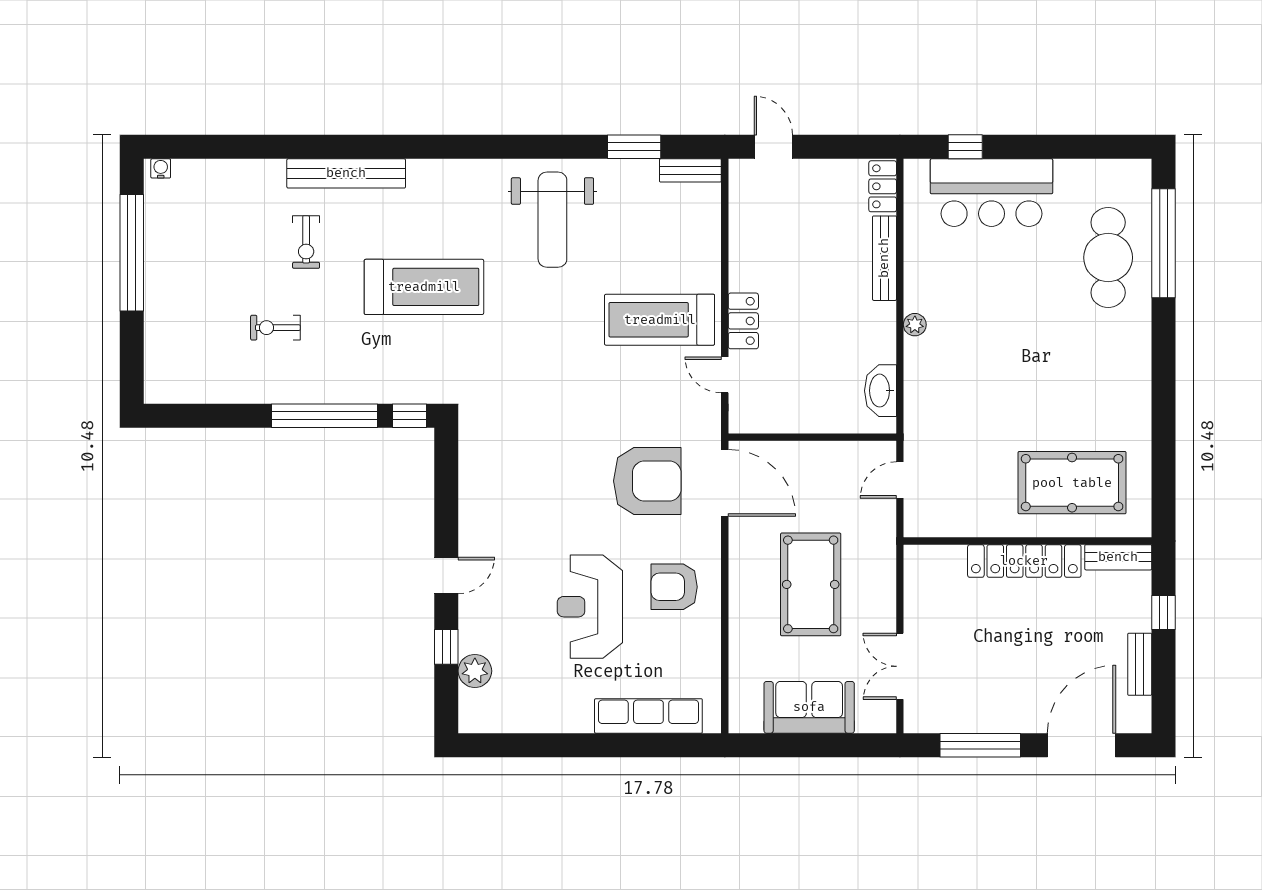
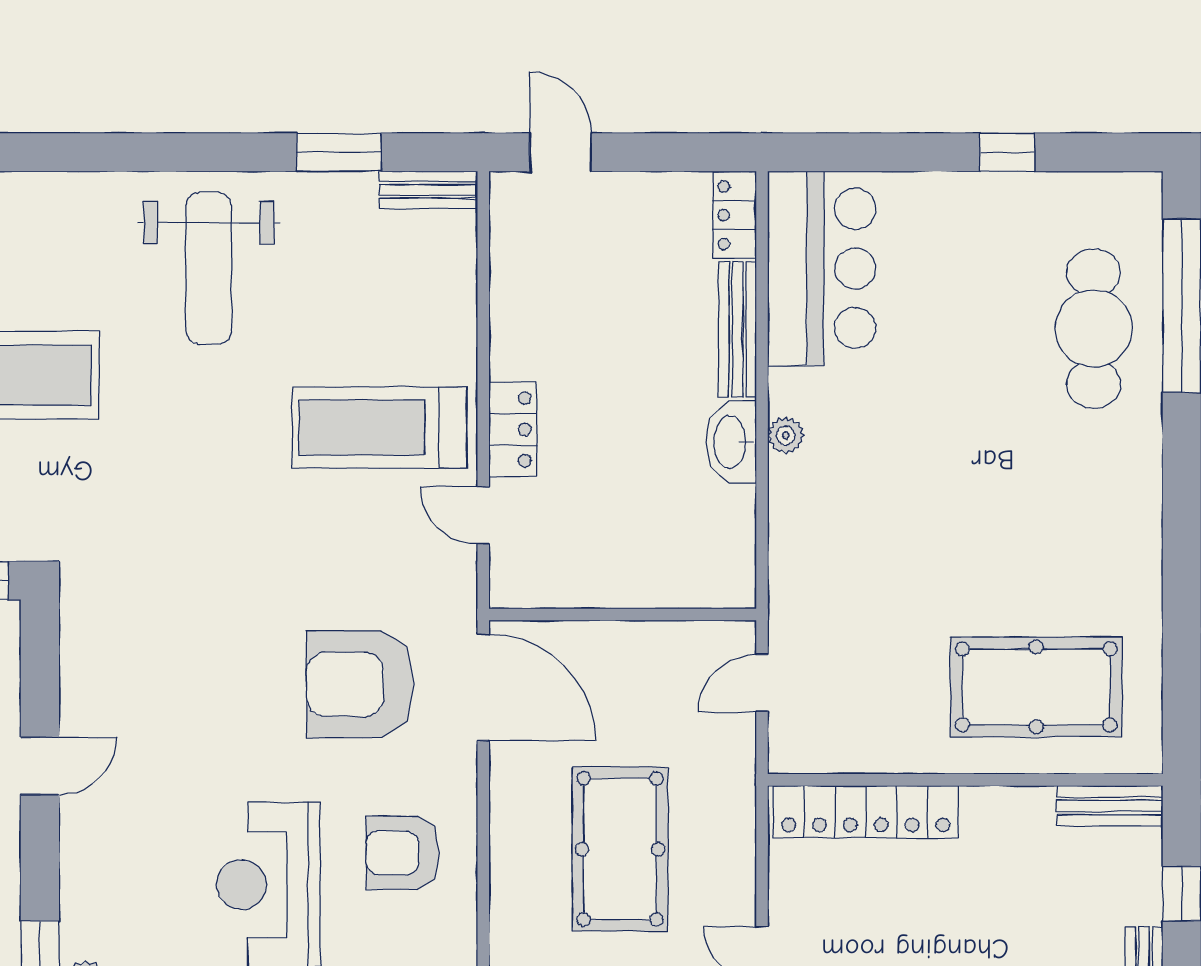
window: (965, 147) -> (1007, 152), moved
bar counter: (992, 193) -> (822, 268), moved, turned -90
washbasin: (880, 391) -> (731, 442), moved
armchair: (647, 481) -> (360, 684), turned 180
locker: (1024, 561) -> (866, 812), moved
door: (446, 575) -> (40, 766), moved

